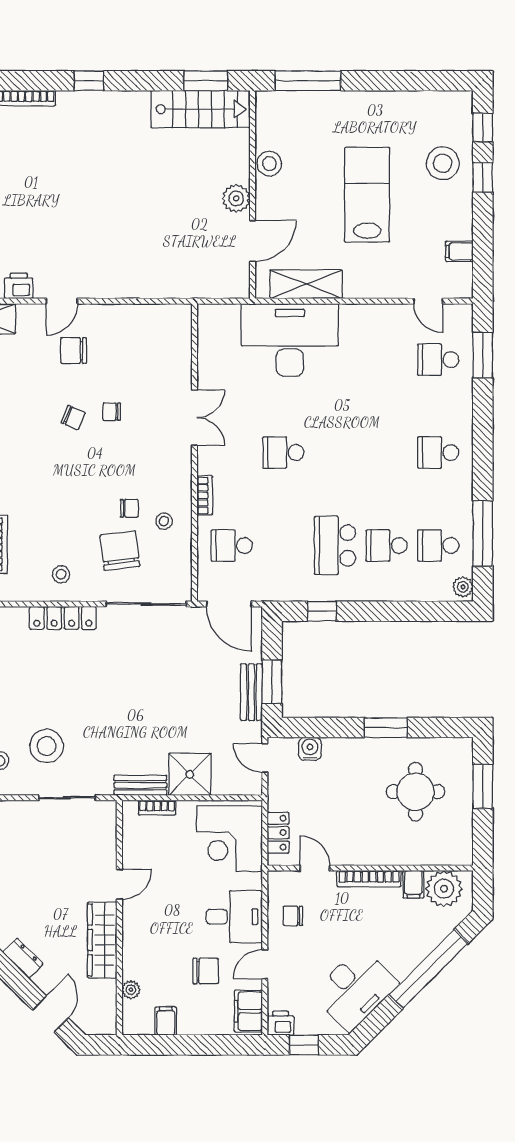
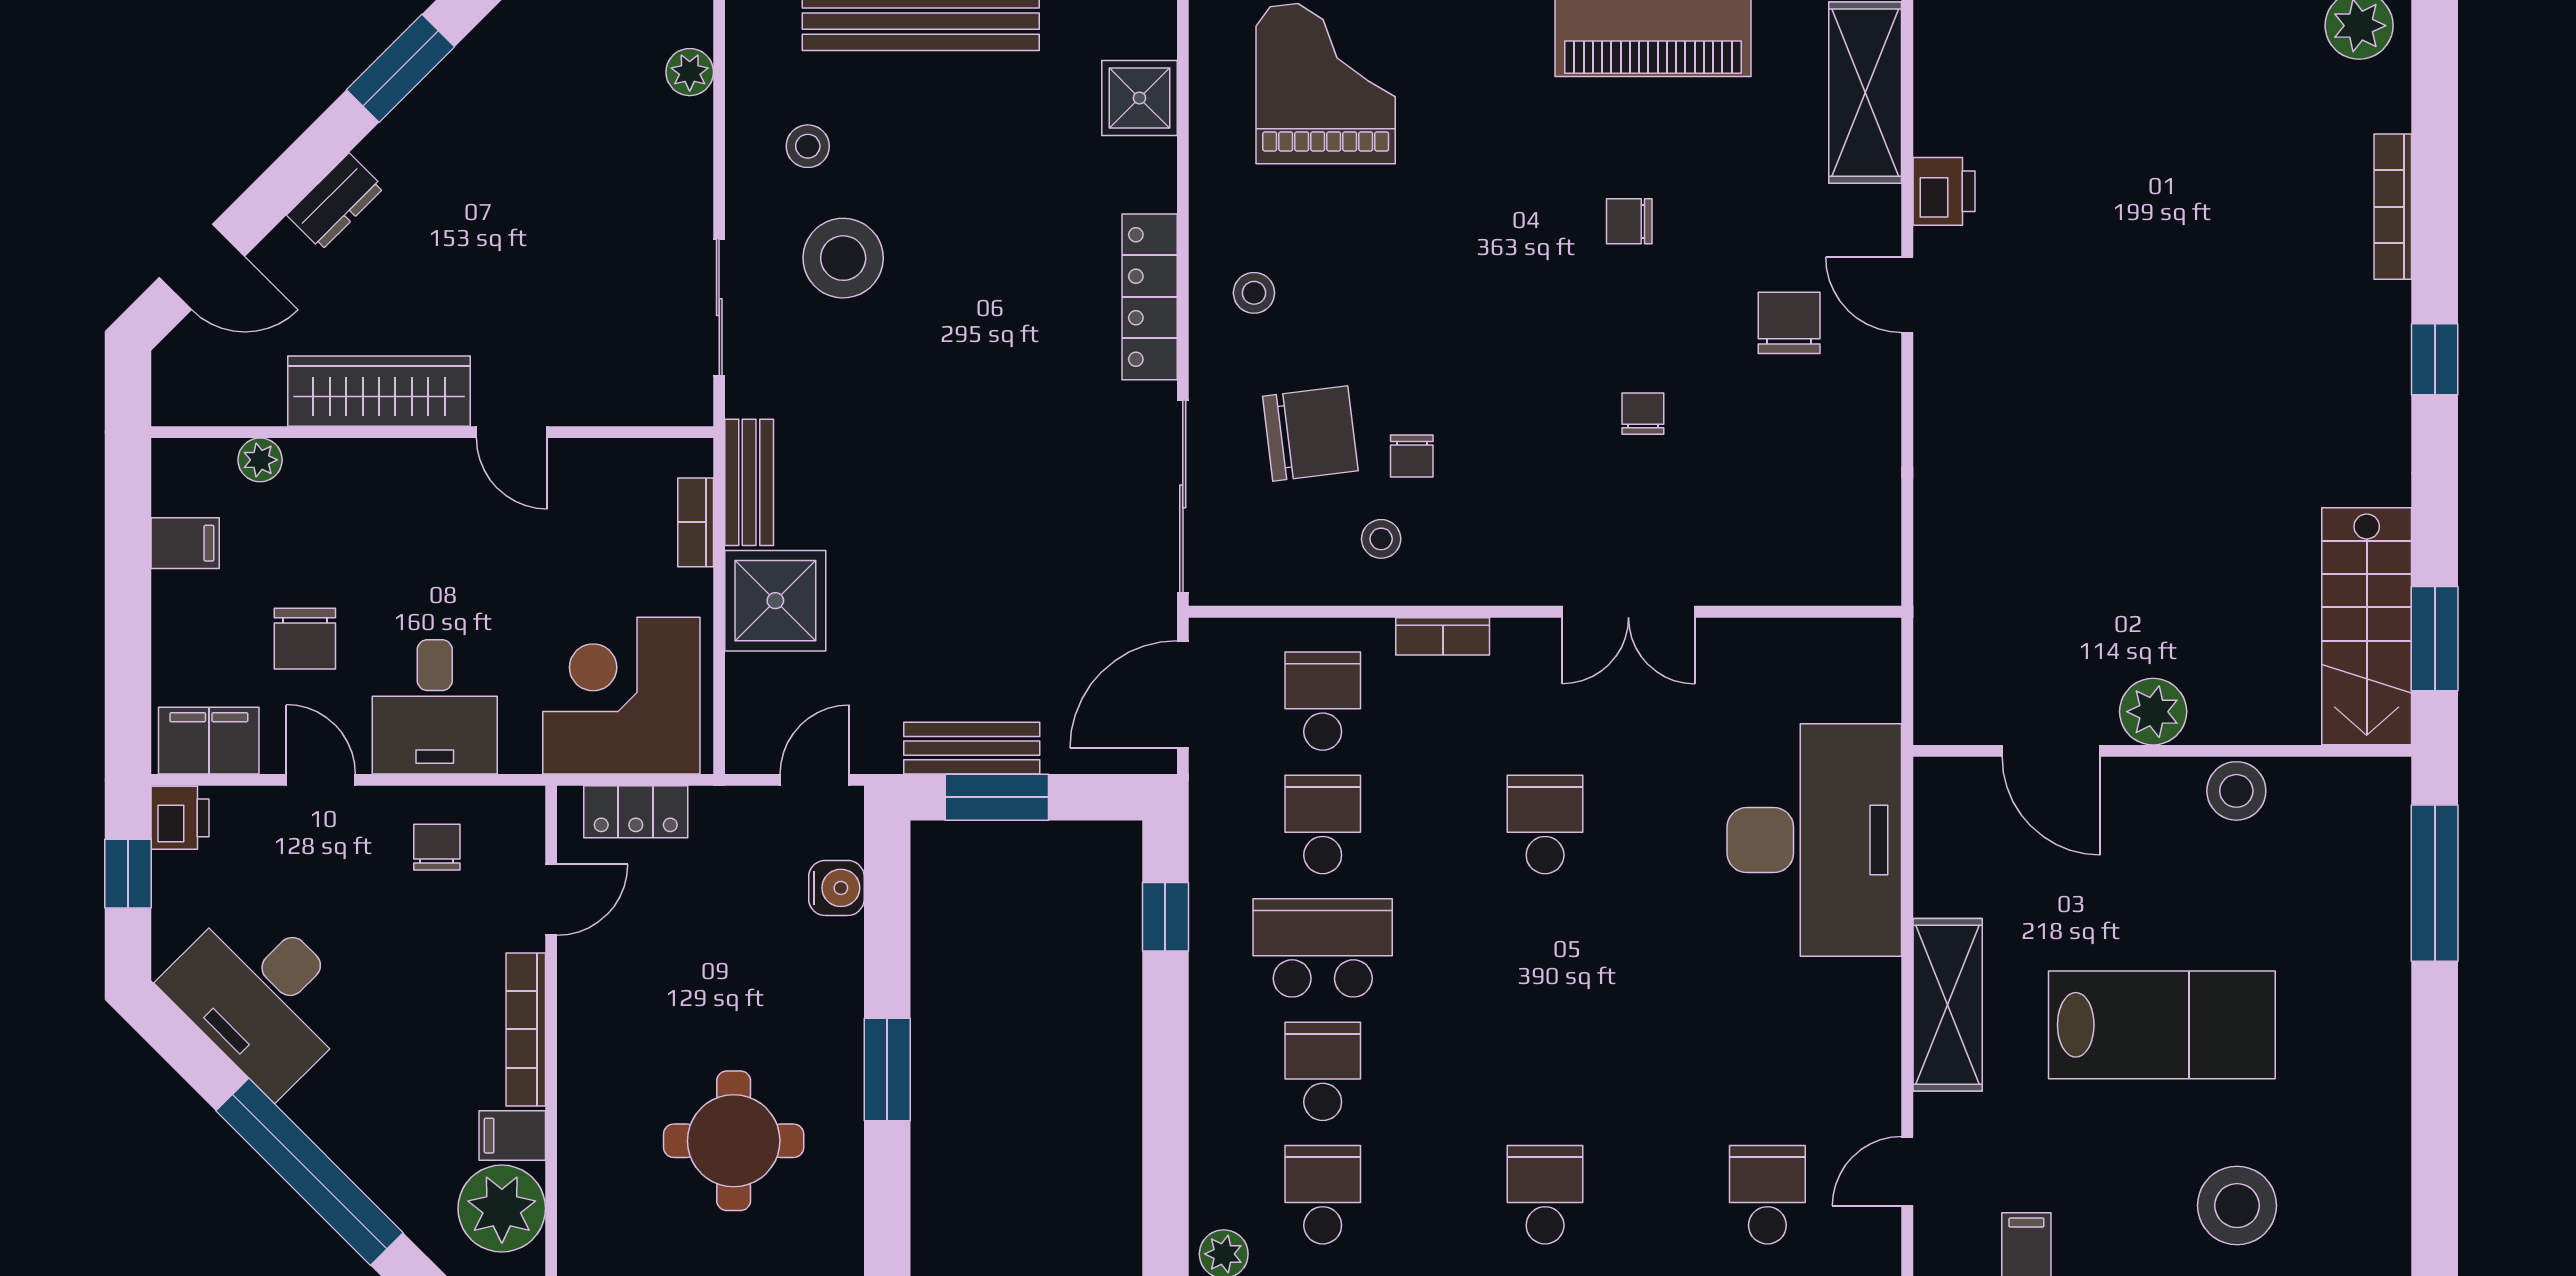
shelving: (306, 284) -> (1948, 1005), moved
chair: (73, 418) -> (1629, 221), moved, turned 67
school desk: (283, 546) -> (1323, 824), added

